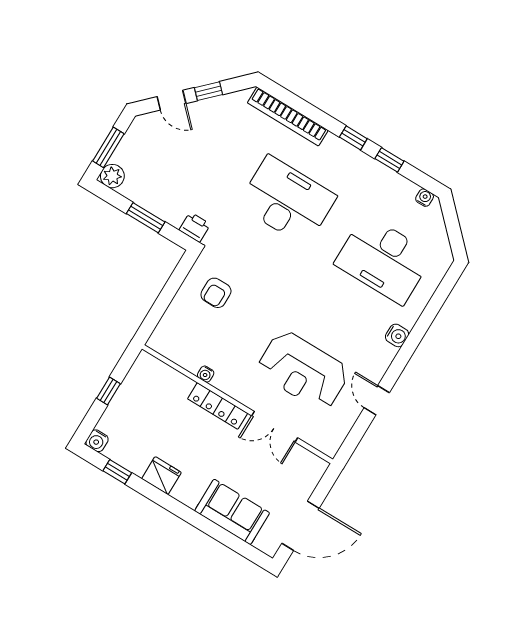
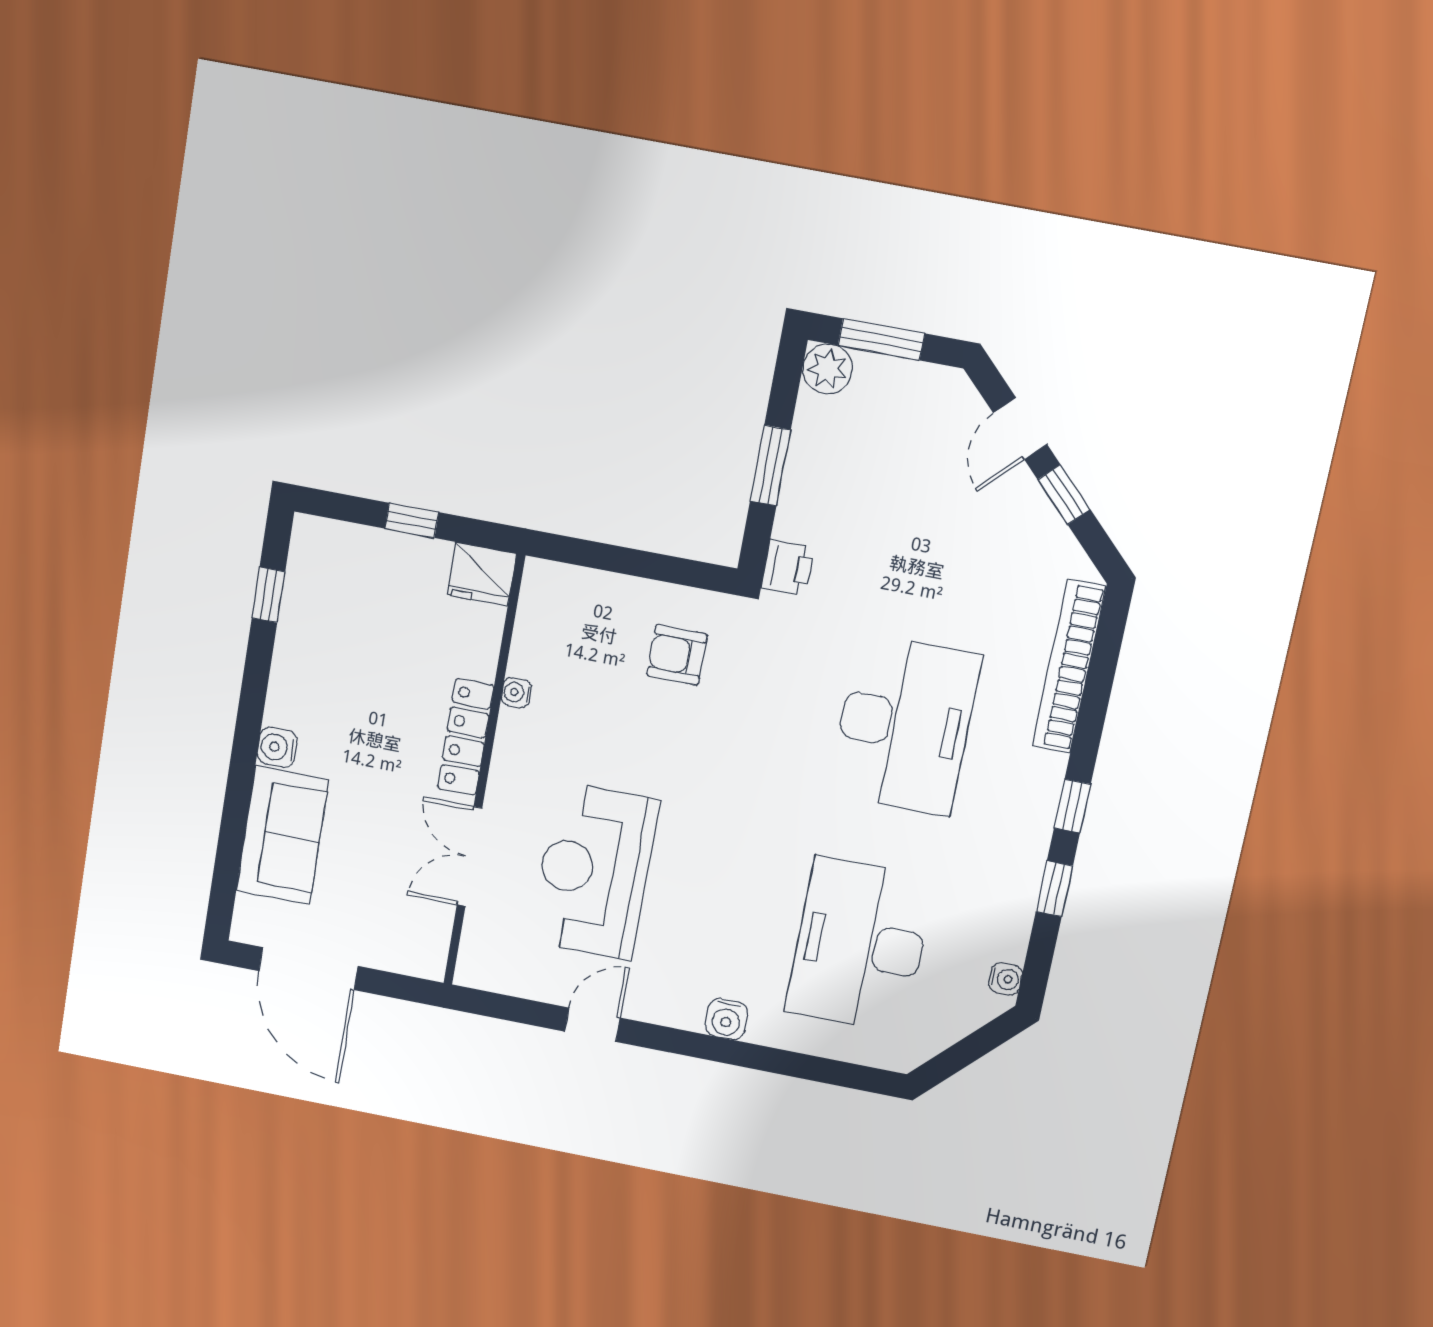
water cooler: (97, 441) -> (277, 747), moved
fridge: (161, 476) -> (482, 574), moved, turned 90

